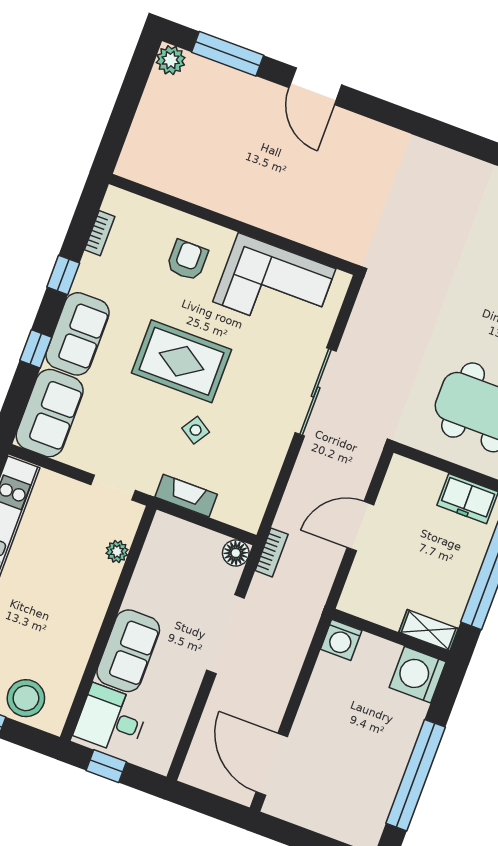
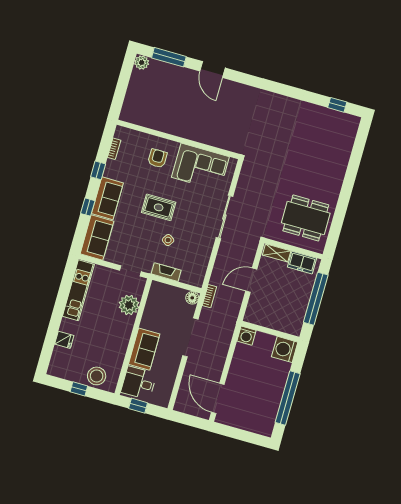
rug: (182, 361) -> (159, 207), width x0.73, depth x0.70
plant: (117, 552) -> (129, 305), width x1.87, depth x1.87
shelving: (429, 630) -> (277, 253), moved

